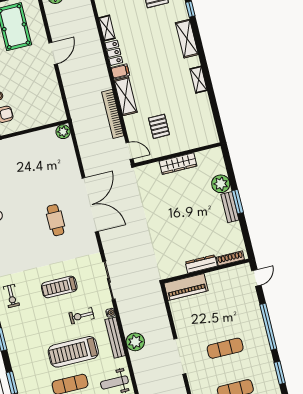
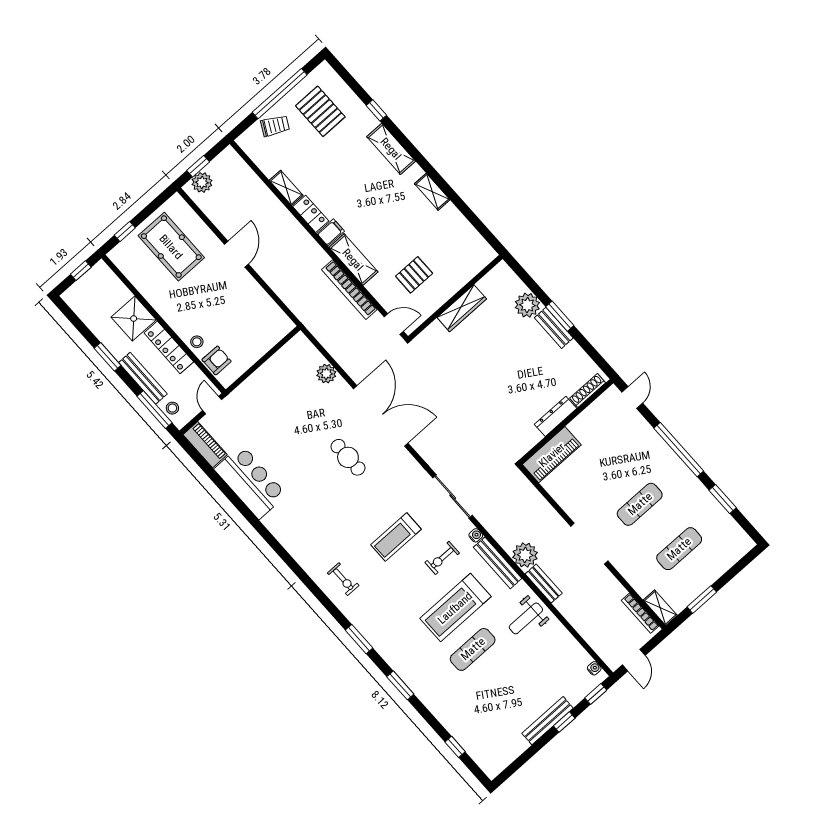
pallet: (159, 126) -> (414, 275), turned 90
plant: (63, 132) -> (326, 374), moved
bench: (137, 366) -> (544, 584), added

